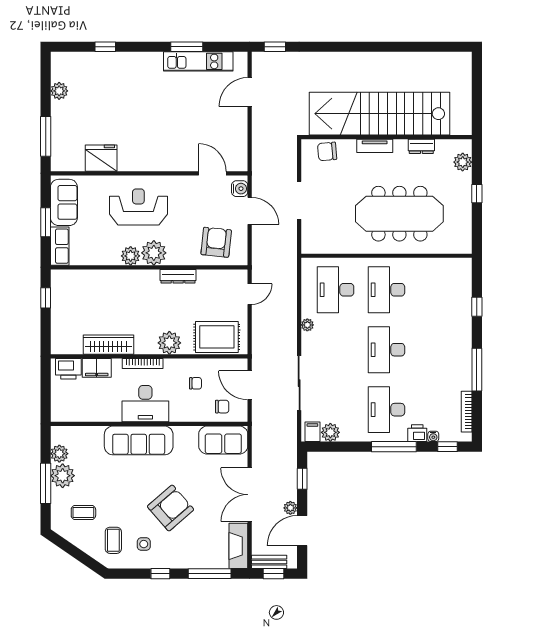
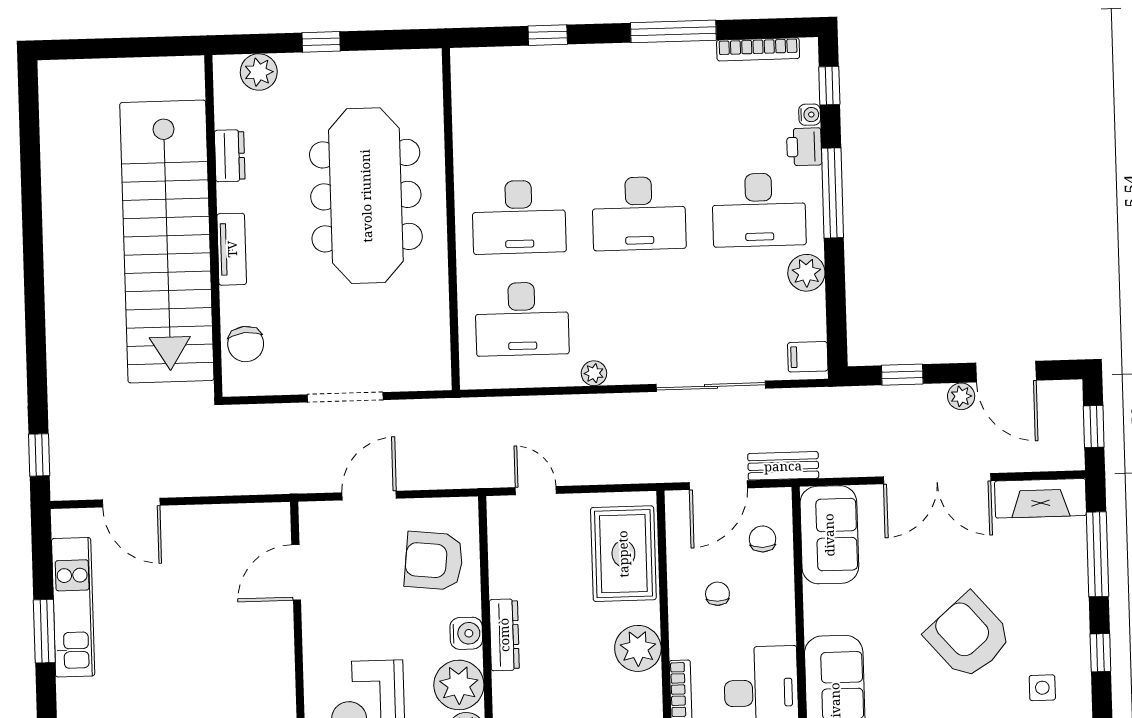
water cooler: (240, 189) -> (466, 633), moved, turned 90
plant: (330, 432) -> (806, 273), moved
bench: (269, 562) -> (783, 466), moved, turned 90

